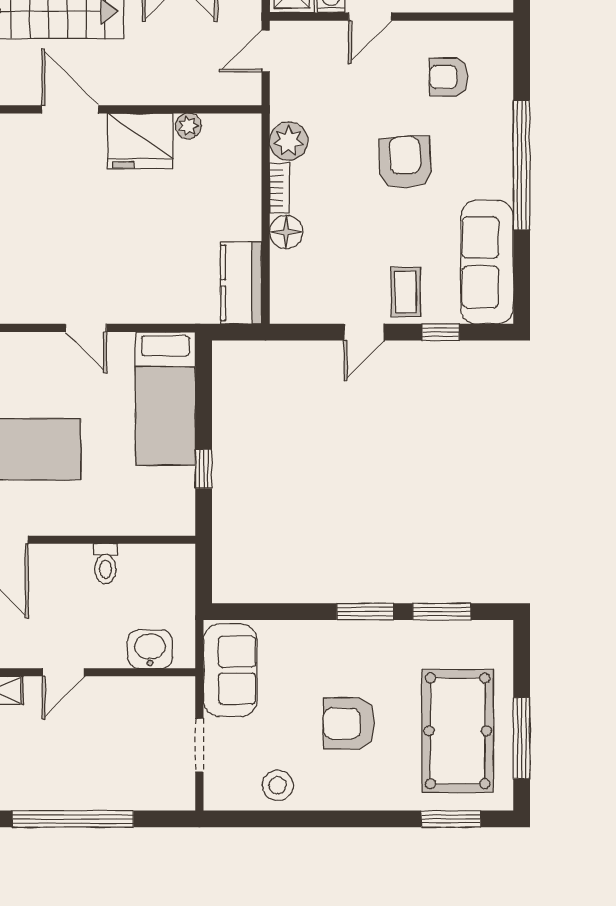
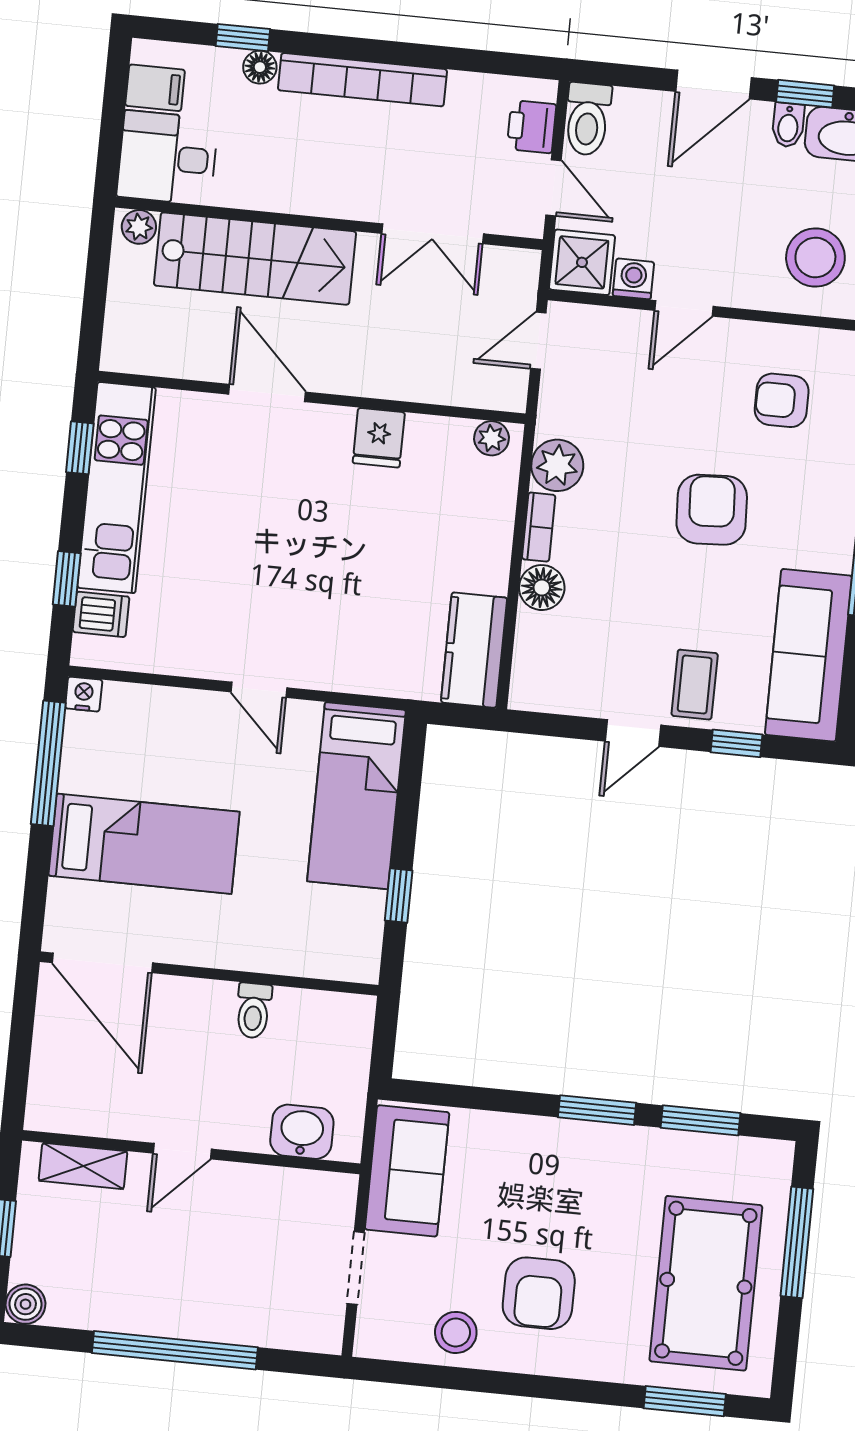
plant: (188, 126) -> (492, 438), moved
fridge: (140, 141) -> (379, 438), width x0.53, depth x0.75
armchair: (349, 723) -> (539, 1293), moved, turned -90
window: (522, 738) -> (797, 1242), moved

